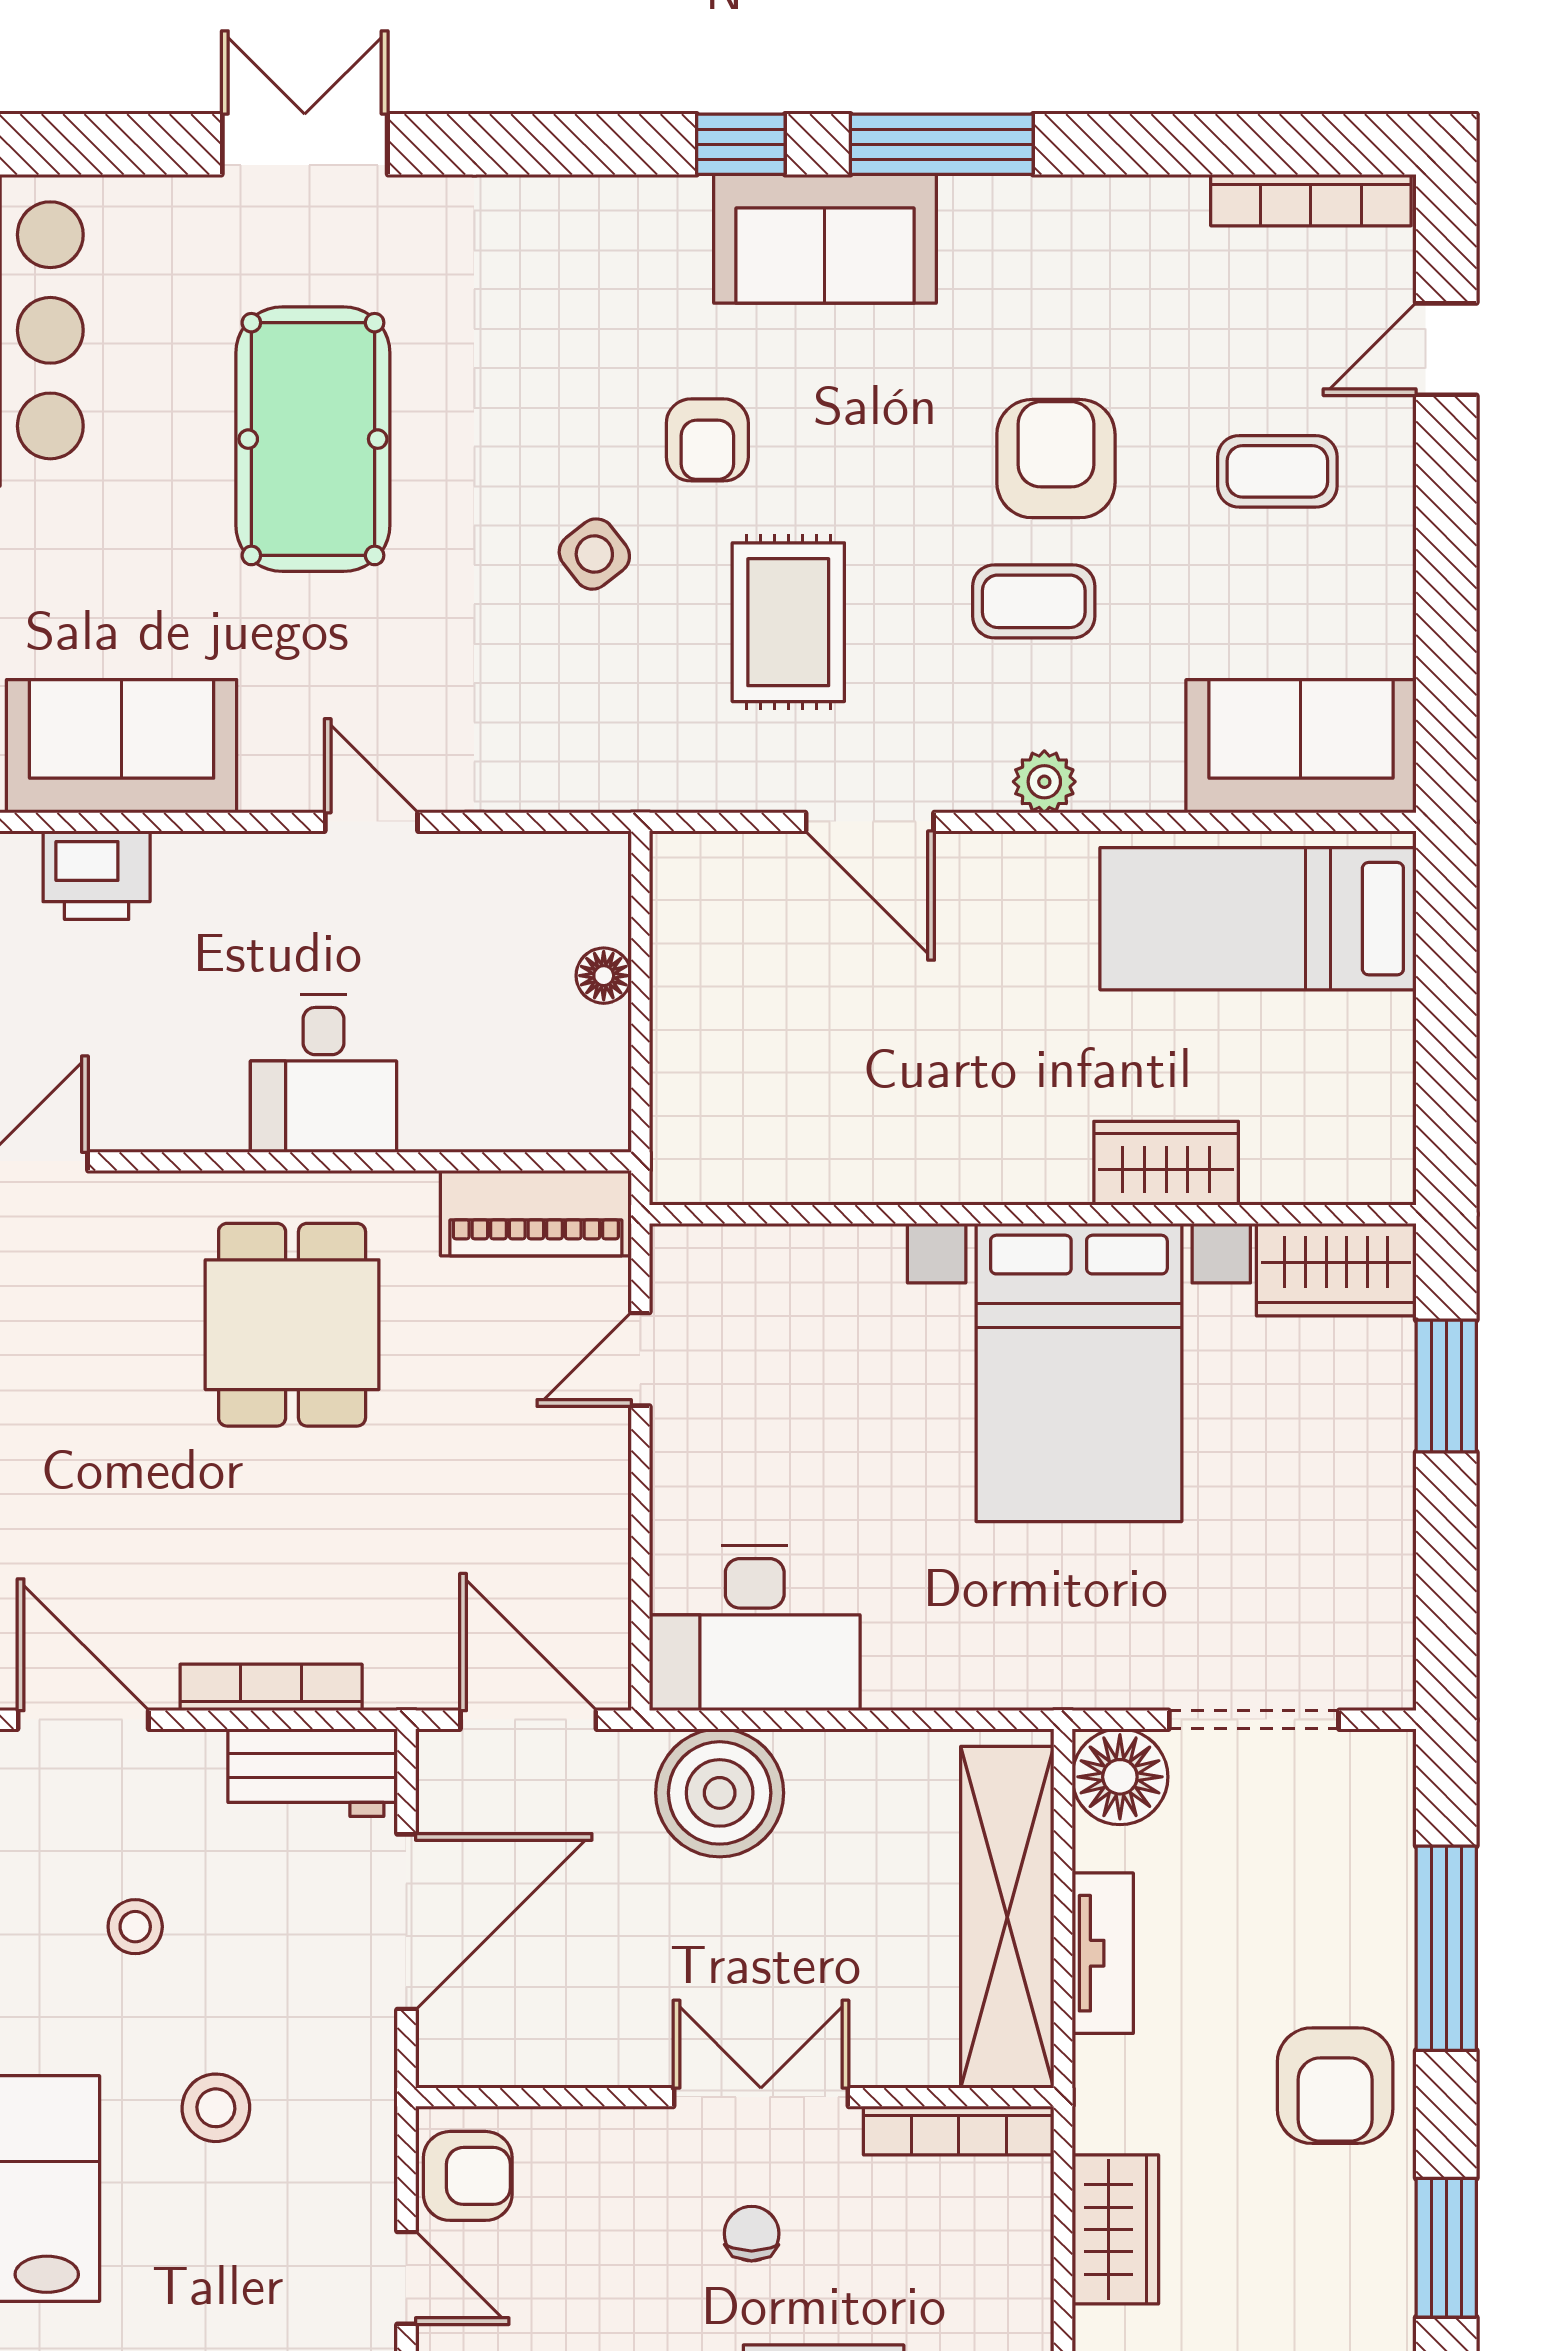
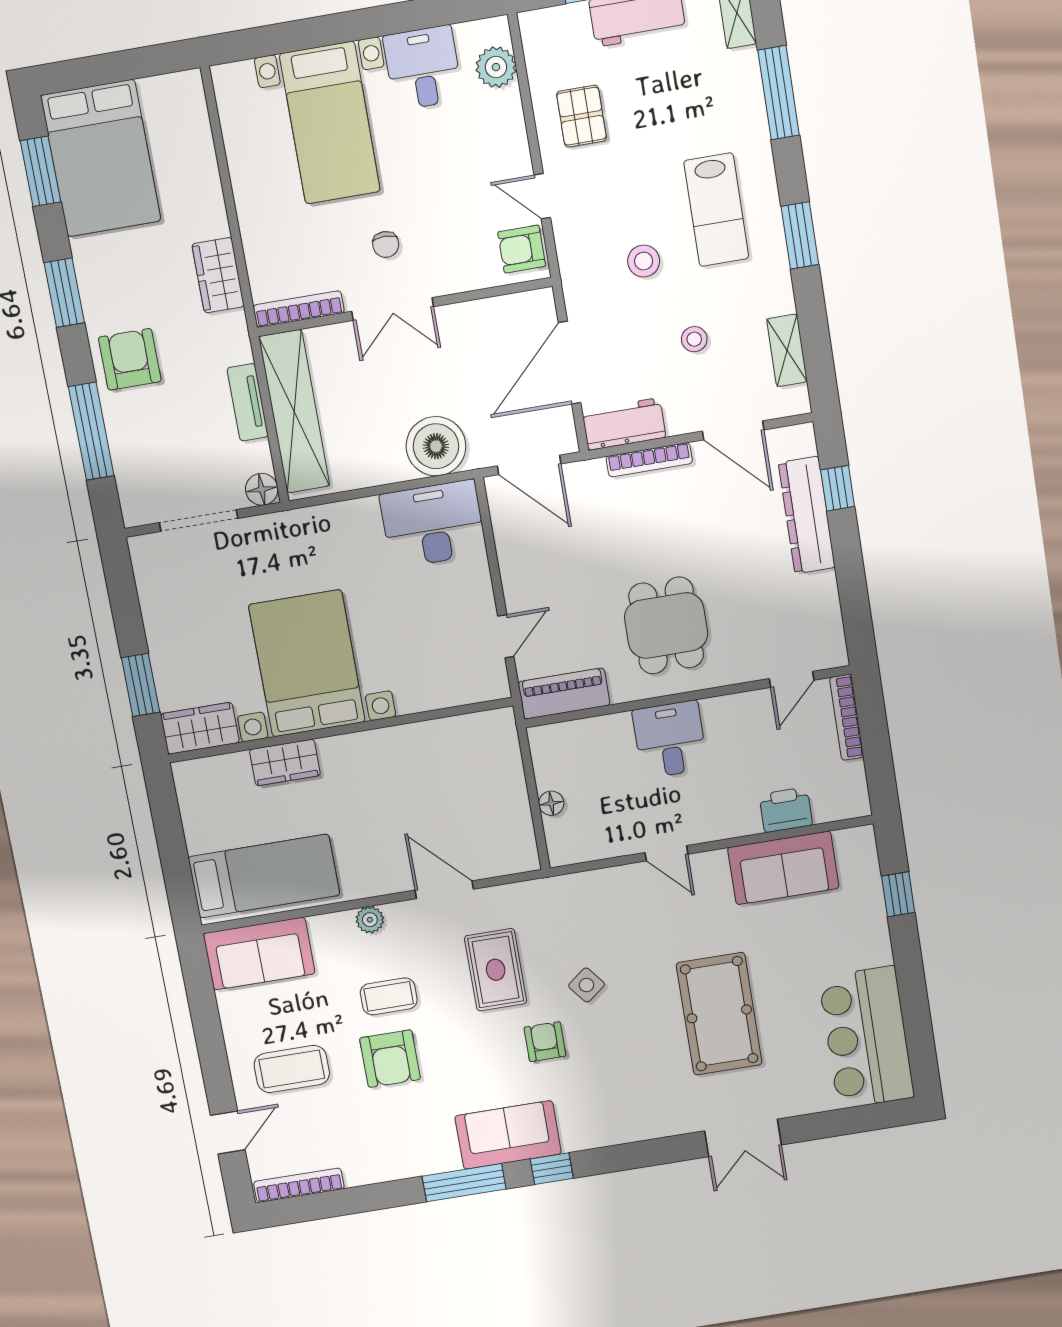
coffee table: (1277, 471) -> (292, 1069), width x1.36, depth x1.30
floor lamp: (1120, 1777) -> (262, 489), width x0.73, depth x0.73

